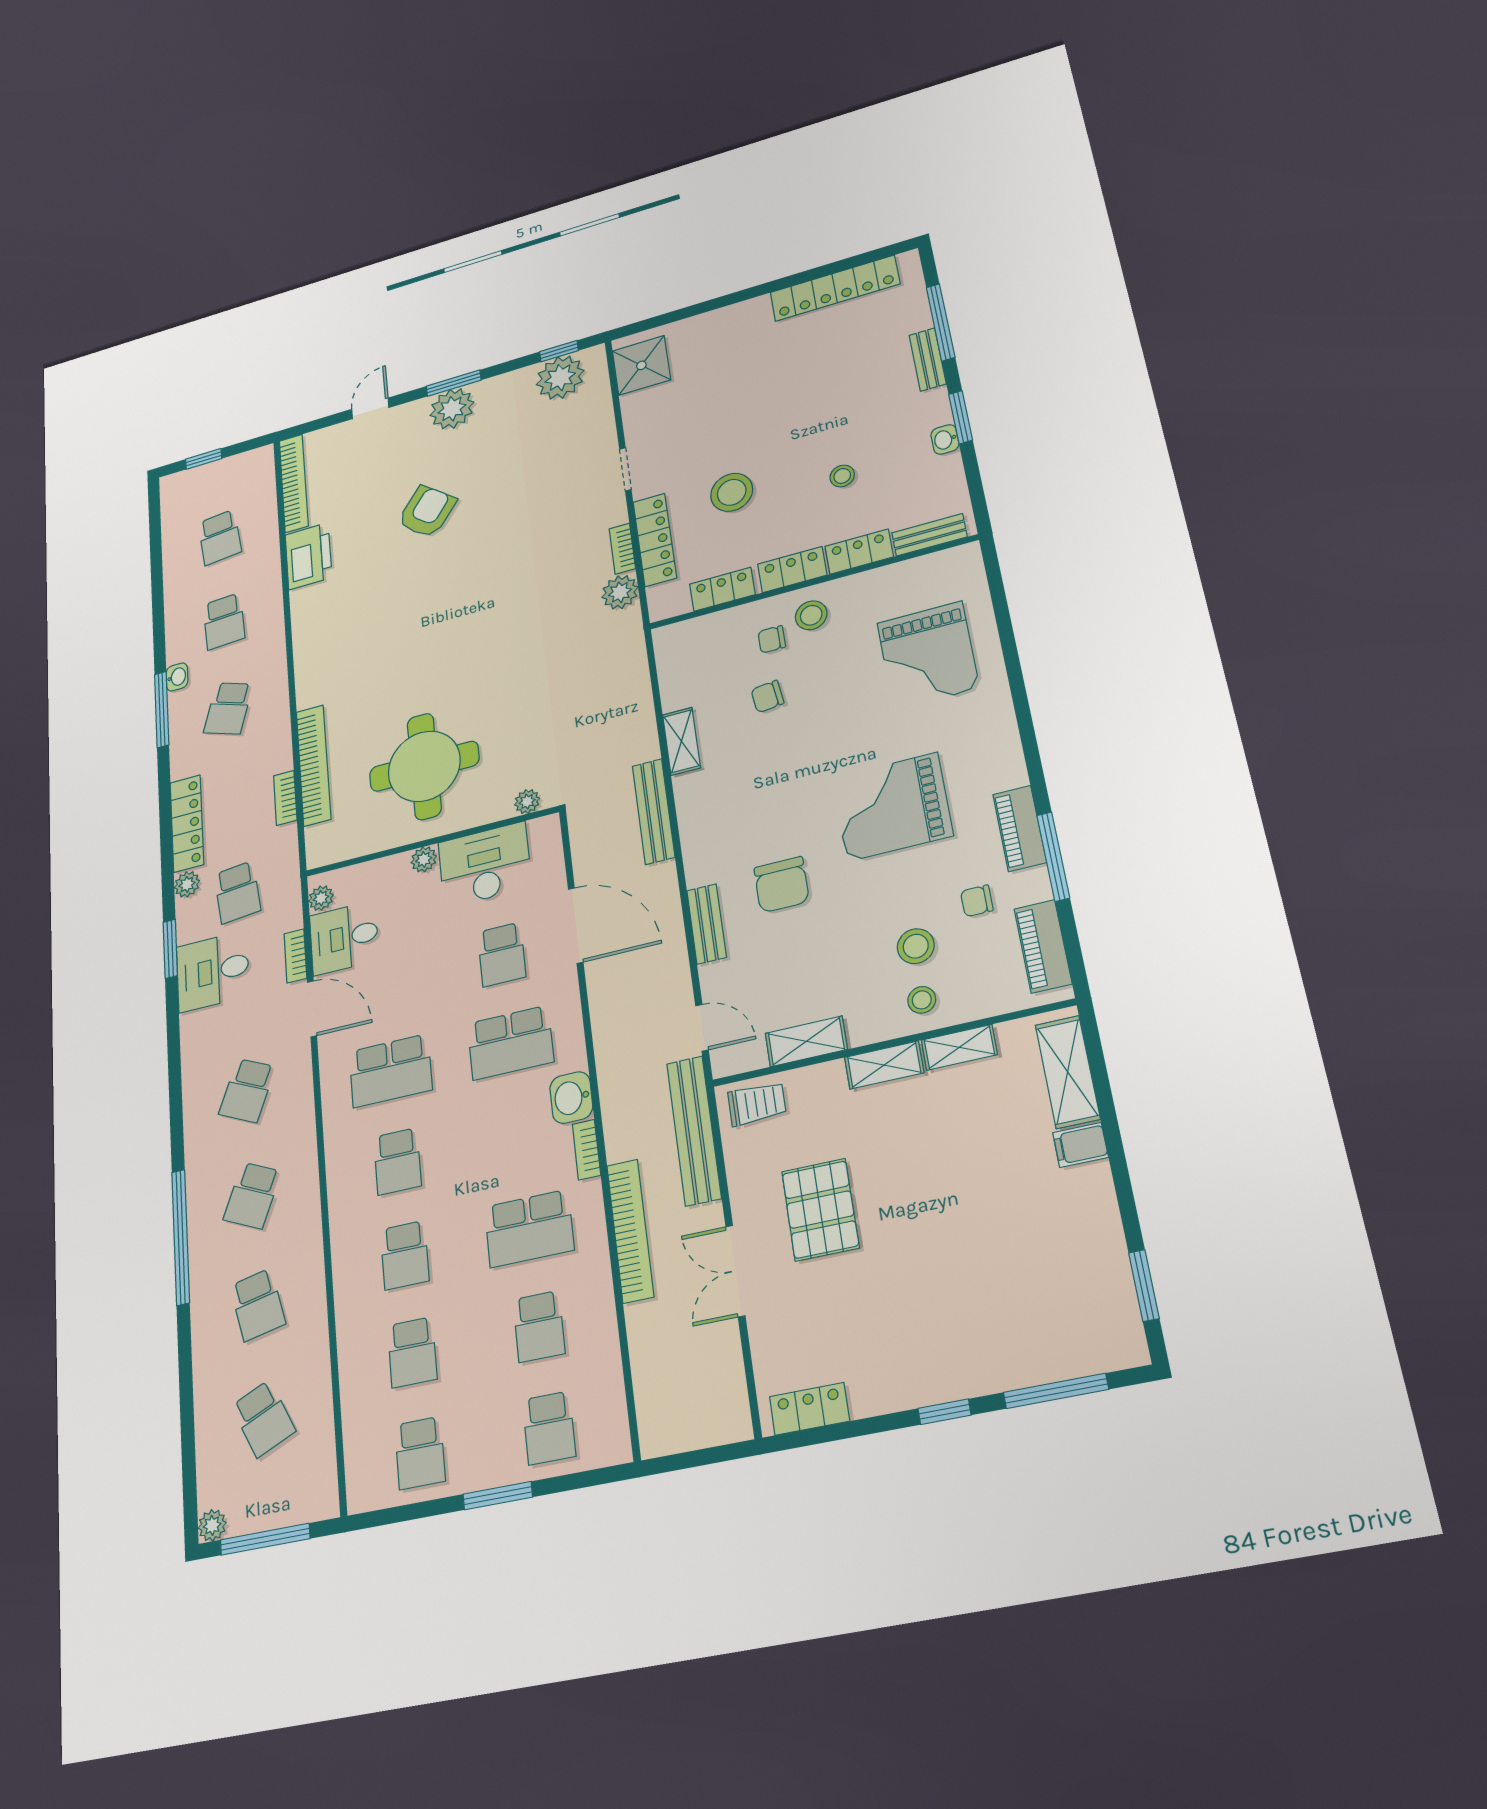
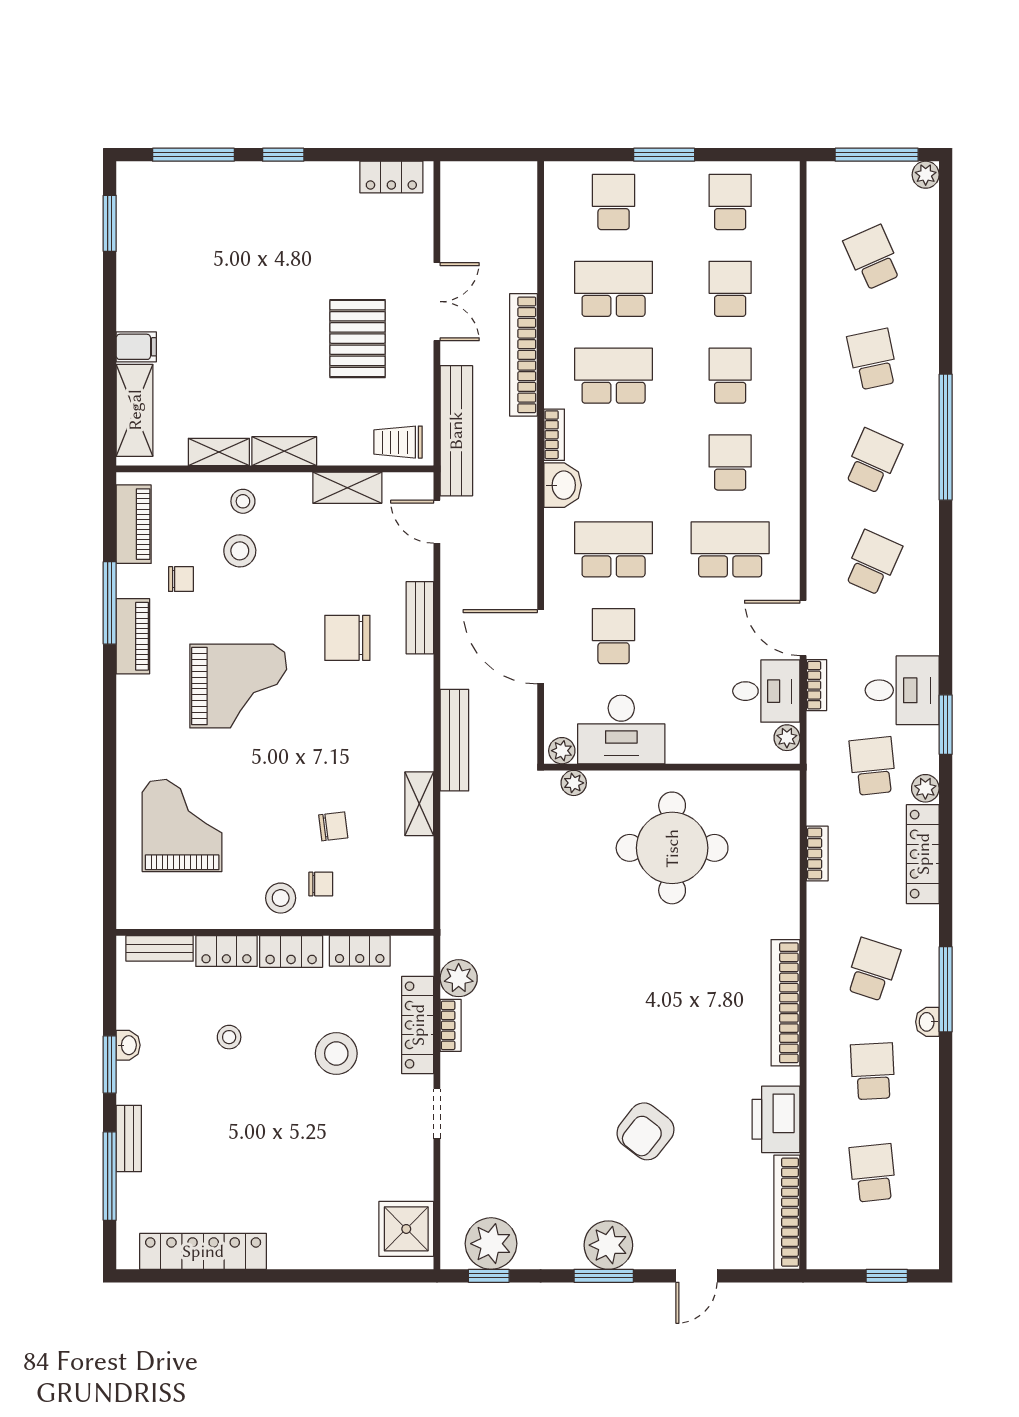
bookcase: (314, 765) -> (785, 1003), moved
plant: (424, 859) -> (562, 751), moved
chair: (782, 885) -> (347, 638), turned -90
school desk: (539, 1326) -> (614, 289), width x1.85

